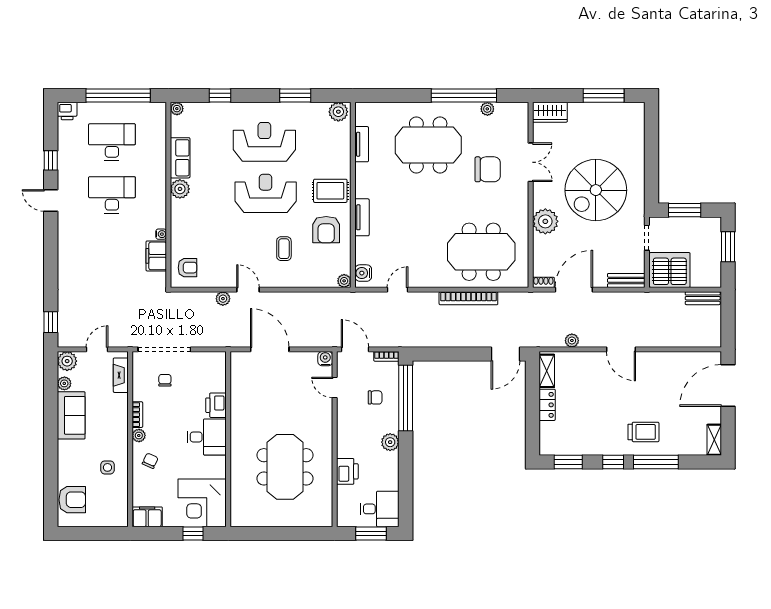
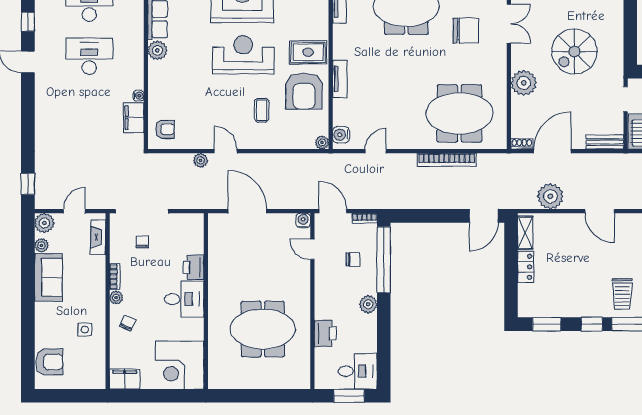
spiral stairs: (596, 190) -> (574, 51), width x0.73, depth x0.73
armchair: (326, 230) -> (304, 91), width x1.36, depth x1.36
plant: (572, 340) -> (550, 196), width x1.87, depth x1.87
trolley: (643, 432) -> (622, 294), turned 90
meeting table: (285, 467) -> (263, 329), turned 90
window: (193, 533) -> (170, 396), removed

